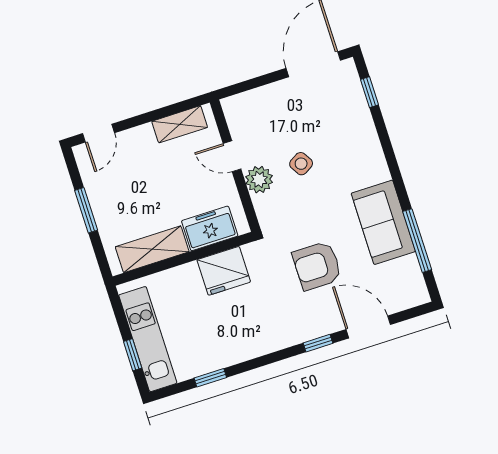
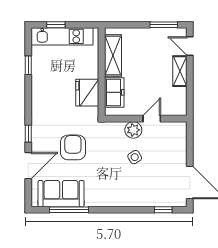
shelving: (180, 124) -> (180, 71), moved
window: (86, 210) -> (164, 25), moved
sofa: (383, 222) -> (61, 194), moved

